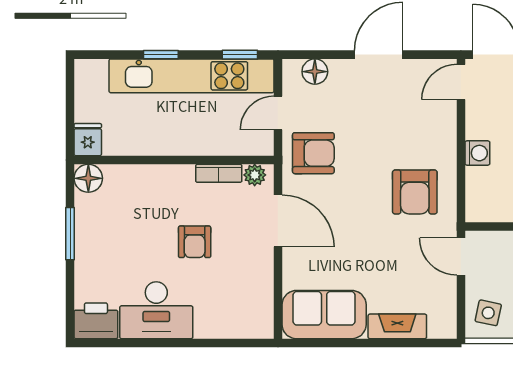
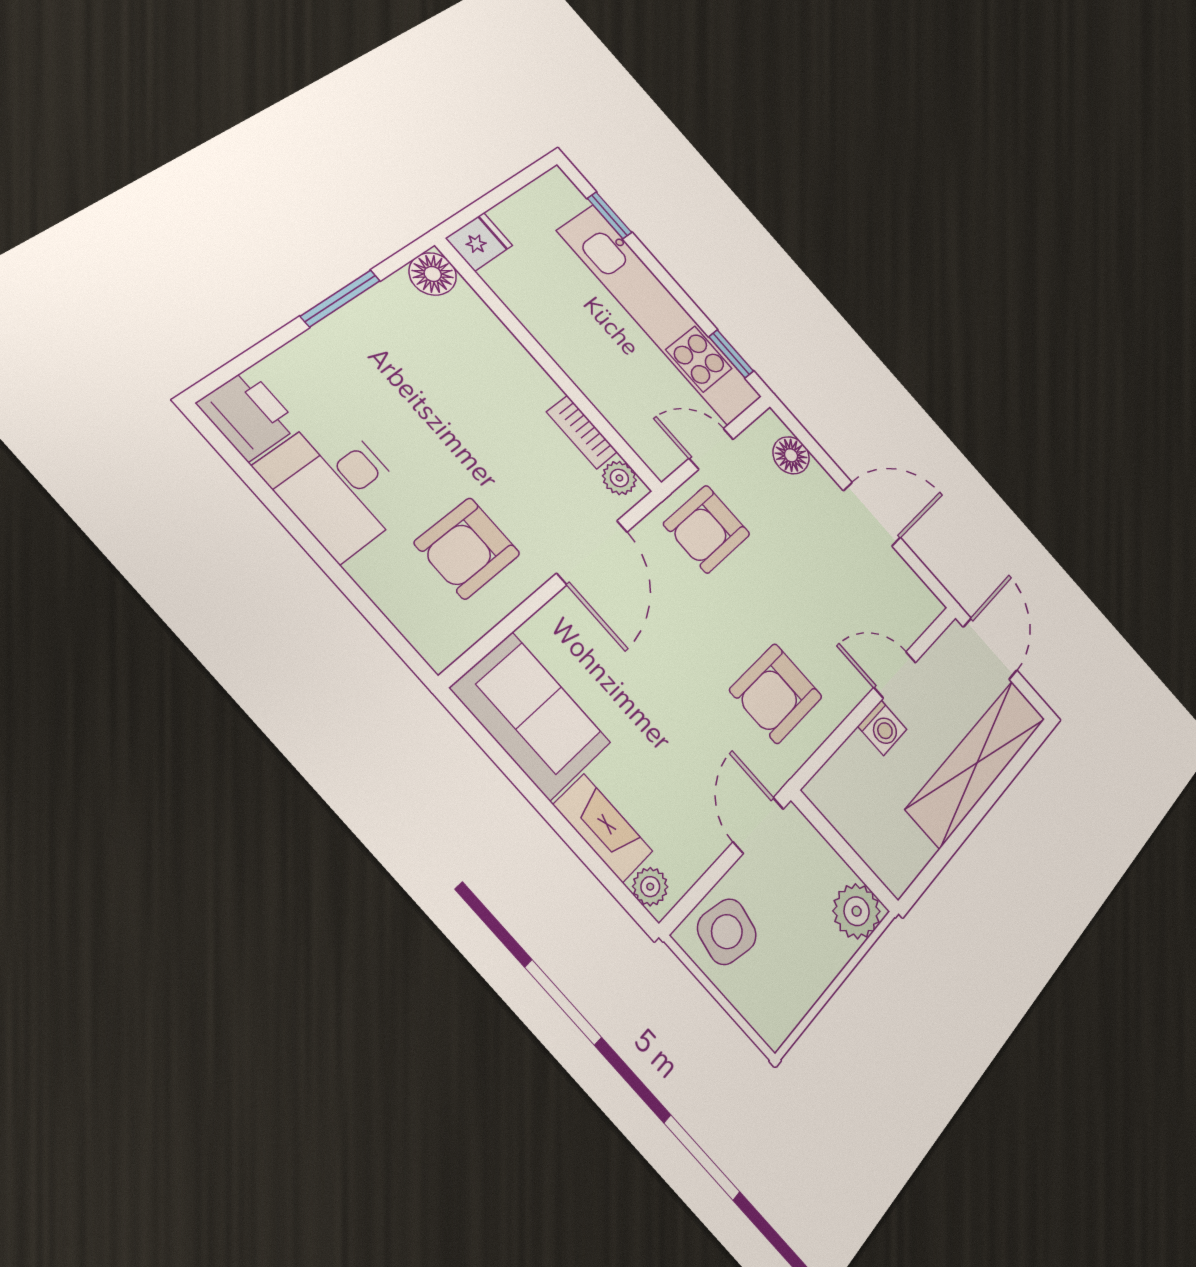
window: (161, 55) -> (610, 215), moved
door: (461, 82) -> (895, 675), moved
armchair: (313, 153) -> (707, 529), turned 90
armchair: (195, 242) -> (467, 548), moved, width x1.38, depth x1.38
side table: (488, 313) -> (727, 932), width x1.37, depth x1.37
plant: (439, 328) -> (650, 887), added

